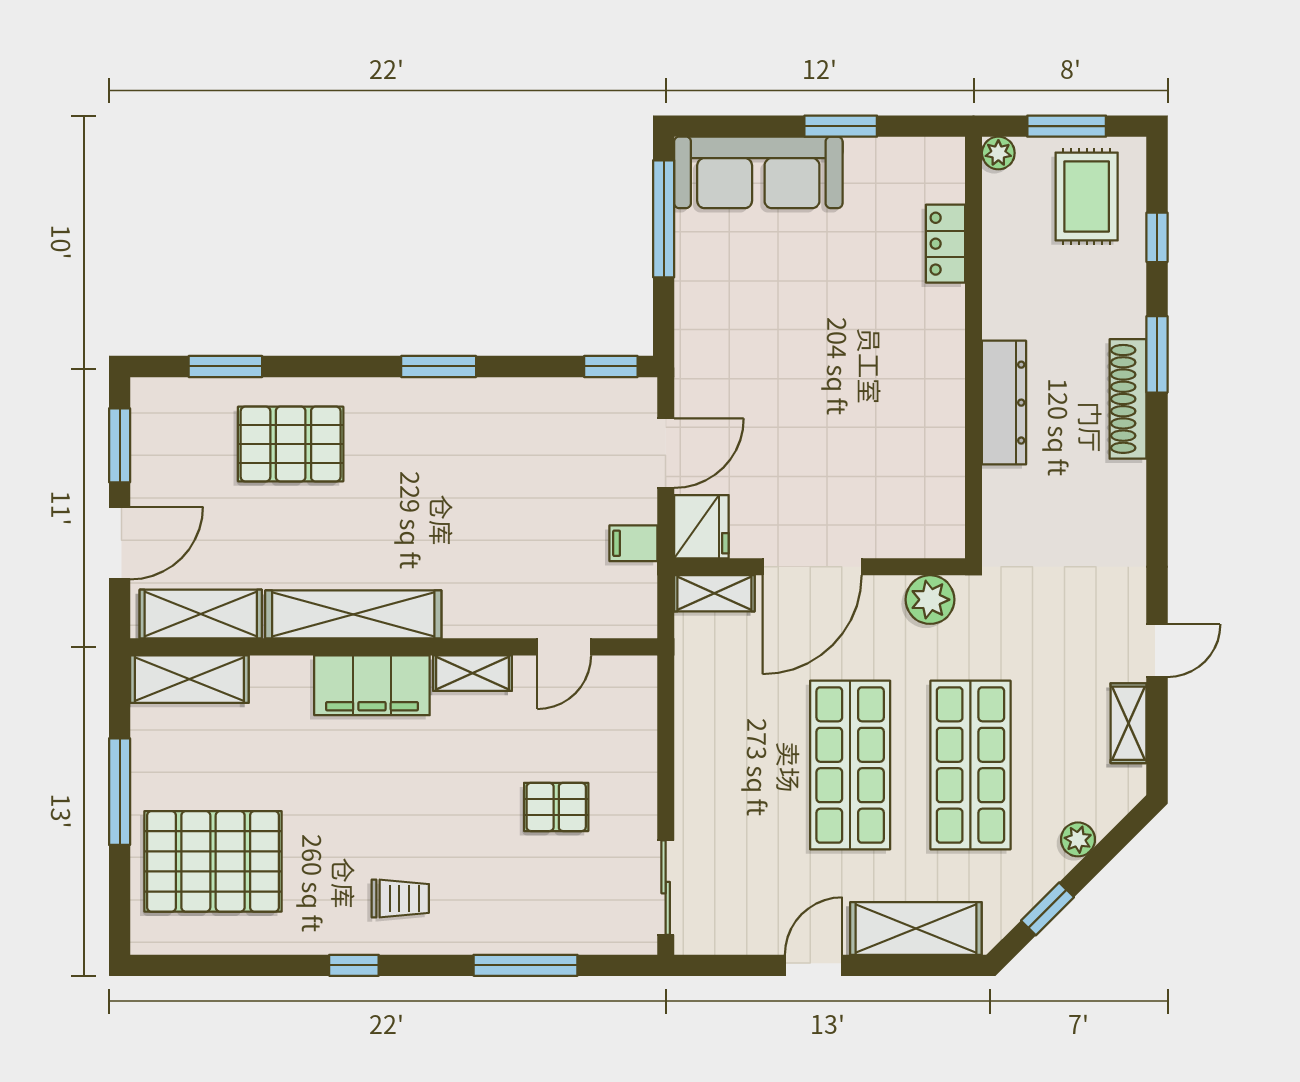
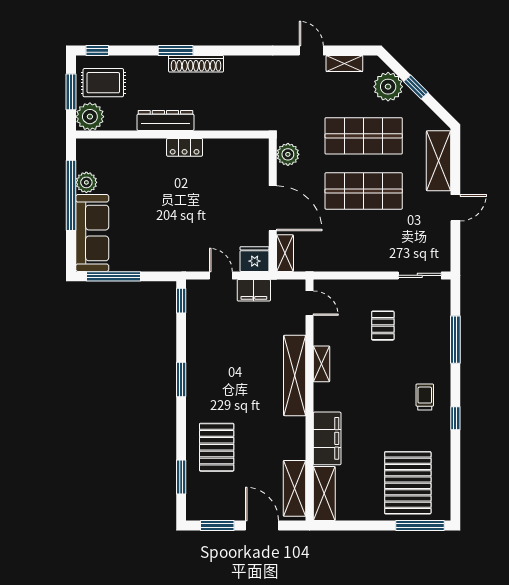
window: (841, 126) -> (71, 195), width x2.11
plant: (998, 153) -> (90, 117), width x1.87, depth x1.87
plant: (869, 160) -> (86, 182), added
window: (1157, 237) -> (97, 50), moved
locker: (945, 244) -> (185, 147), moved
dresser: (1004, 403) -> (165, 120), moved
door: (666, 453) -> (221, 275), width x0.73
filing cabinet: (633, 543) -> (254, 290), width x2.00
shelving: (353, 614) -> (295, 375), moved
door: (564, 647) -> (310, 303), moved
filing cabinet: (372, 685) -> (327, 438), moved
window: (120, 792) -> (420, 526), moved
plant: (1078, 839) -> (388, 87), width x1.87, depth x1.87
window: (1047, 909) -> (416, 87), moved
door: (814, 965) -> (455, 208), swing flipped

